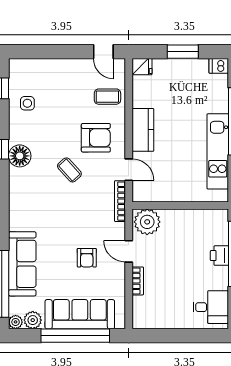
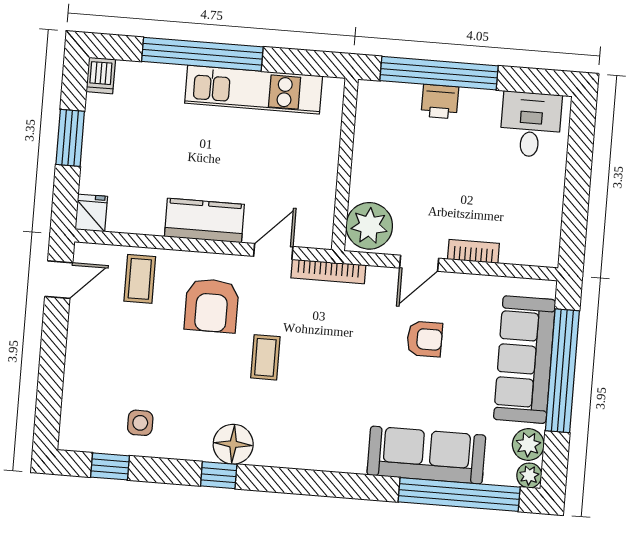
armchair: (96, 138) -> (212, 306), turned 180
coffee table: (69, 170) -> (265, 357), turned -48

